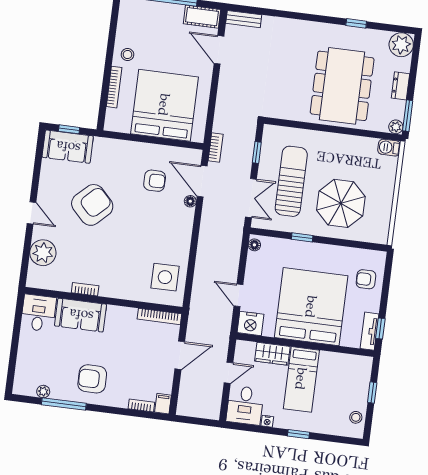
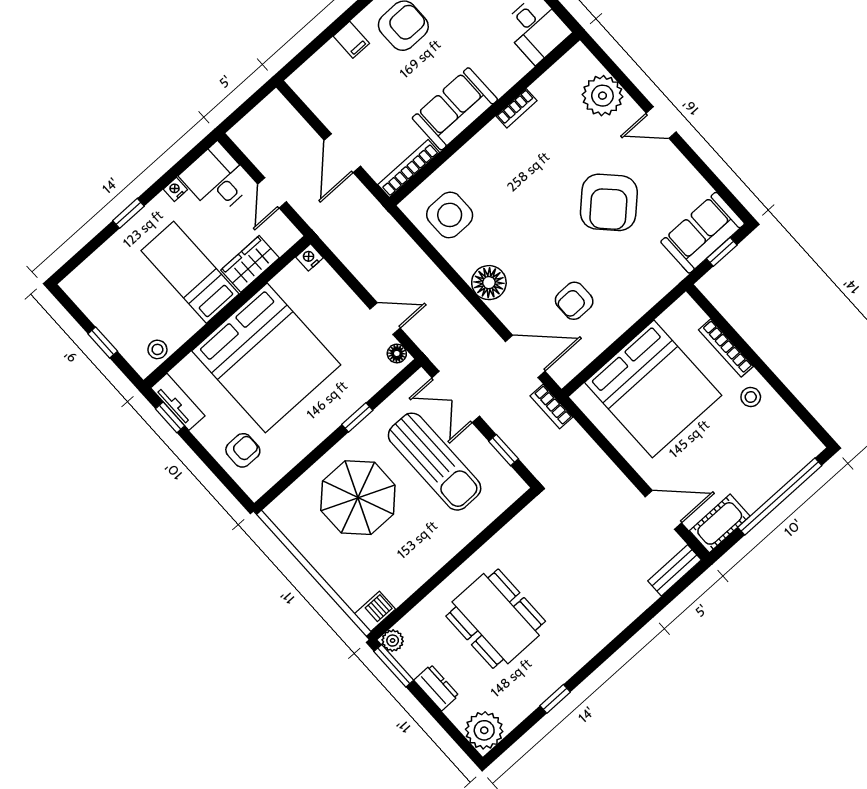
dining table: (342, 86) -> (496, 619), width x0.73, depth x0.80
floor lamp: (190, 201) -> (489, 283), moved, width x1.89, depth x1.89
door: (238, 295) -> (385, 319), moved
sofa: (81, 315) -> (455, 109), moved
nightstand: (251, 323) -> (310, 257), width x0.53, depth x0.56
filing cabinet: (163, 404) -> (351, 40), moved
bookcase: (141, 405) -> (322, 57), removed
stool: (356, 417) -> (157, 349), moved

